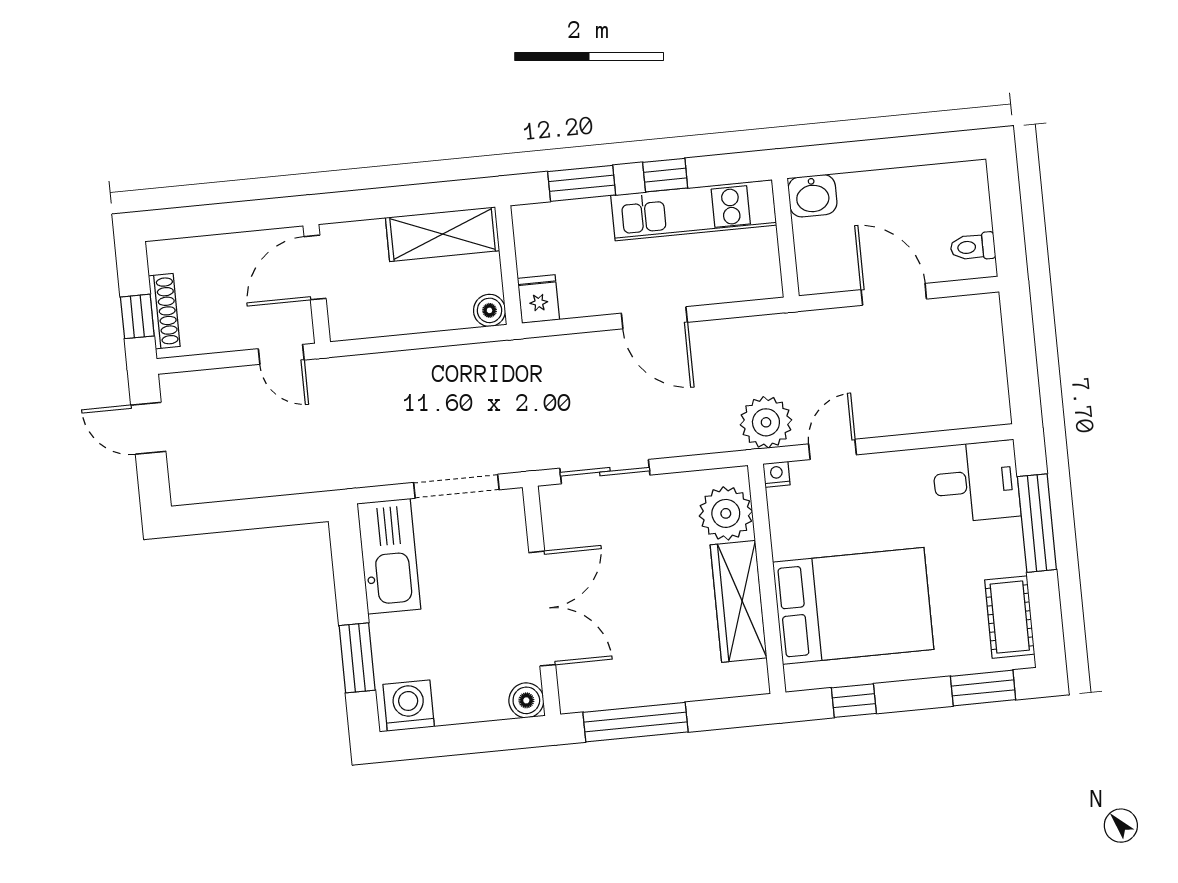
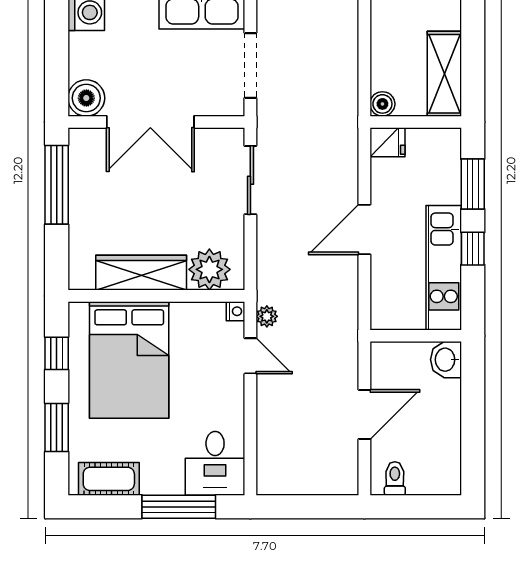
plant: (766, 422) -> (267, 316), width x0.53, depth x0.53
window: (983, 688) -> (57, 427), moved
boiler: (526, 700) -> (86, 98), width x1.36, depth x1.36

